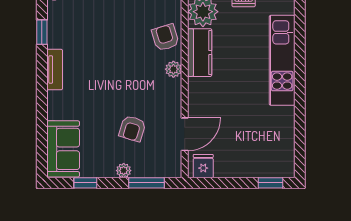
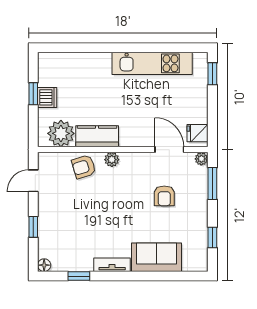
kitchen unit: (282, 60) -> (152, 63), moved
armchair: (132, 129) -> (164, 196), turned 73
sofa: (63, 149) -> (156, 257), moved
plant: (124, 171) -> (201, 159), moved

